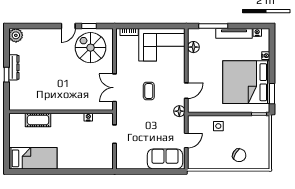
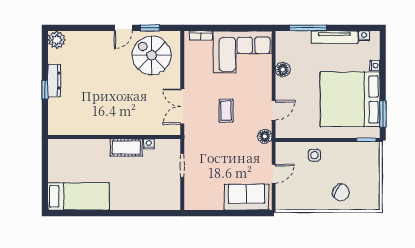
floor lamp: (193, 47) -> (283, 70), moved
cot: (38, 120) -> (126, 147), moved

